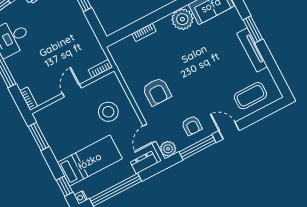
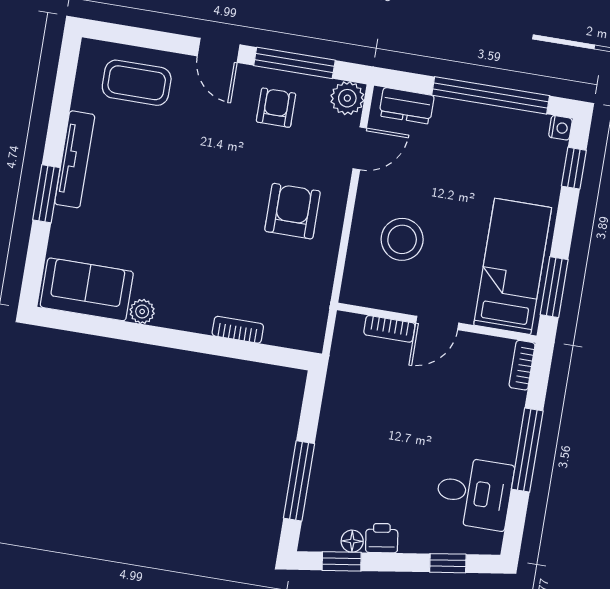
plant: (182, 19) -> (142, 312), width x0.53, depth x0.53
bookcase: (100, 69) -> (389, 329), moved
bed: (90, 161) -> (513, 266), moved, turned 90

